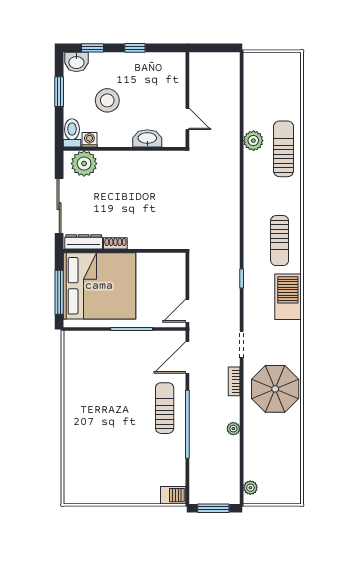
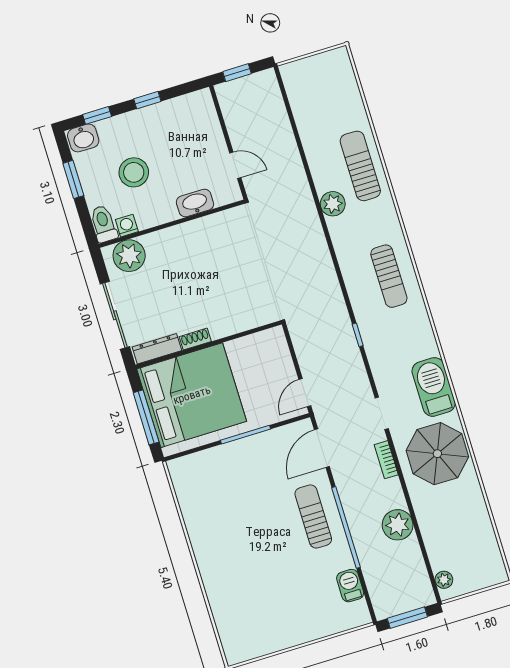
window: (210, 48) -> (237, 73), added
plant: (253, 141) -> (333, 204), moved
barbecue: (288, 297) -> (434, 387), moved
plant: (233, 429) -> (398, 525), width x1.88, depth x1.88
barbecue: (173, 495) -> (350, 586), moved, turned -90

